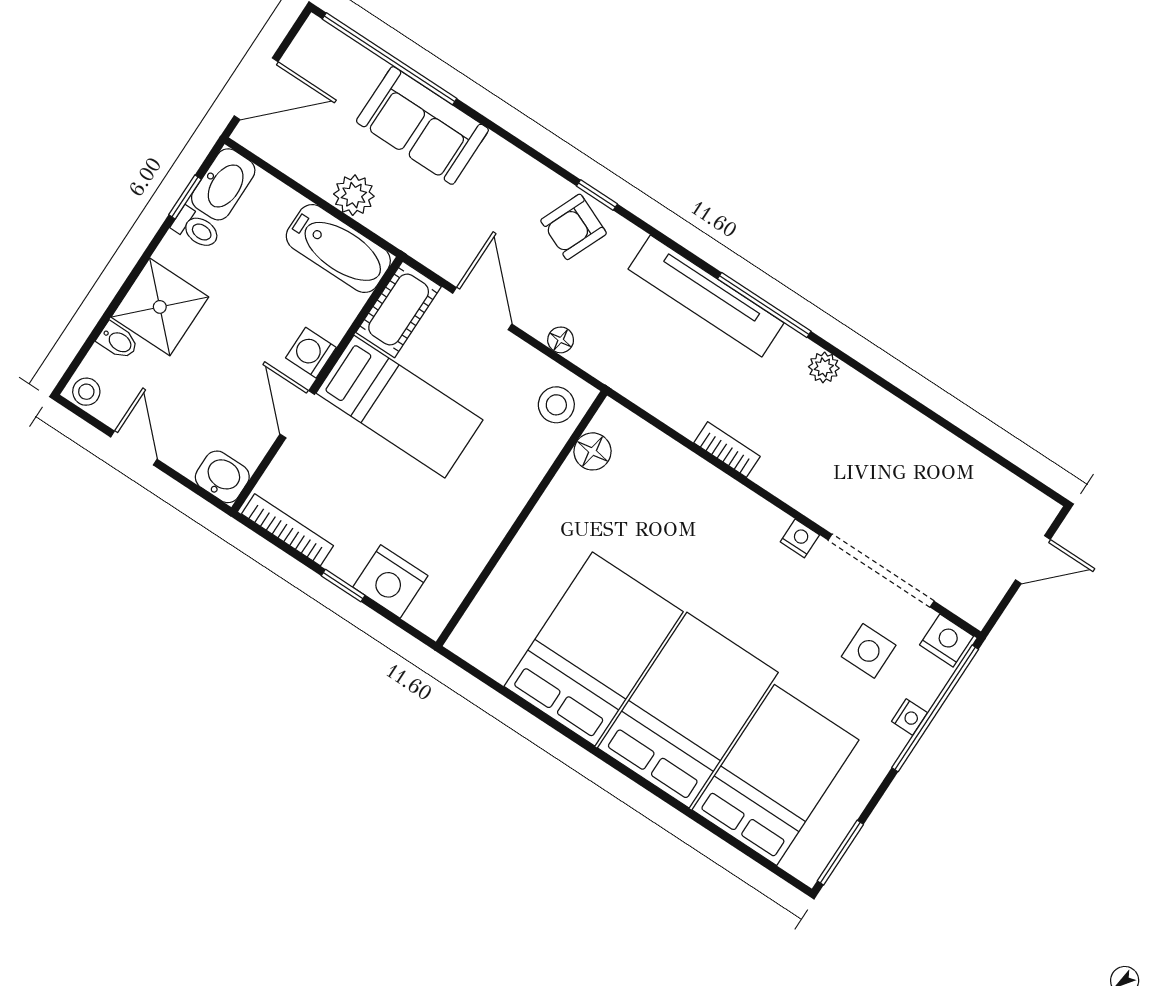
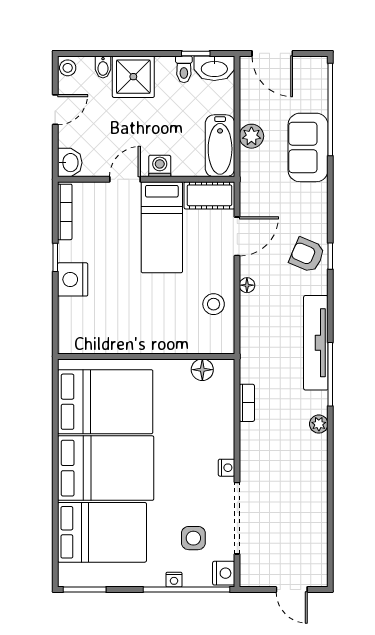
floor lamp: (592, 451) -> (202, 370), moved
wall: (521, 519) -> (146, 356), moved

